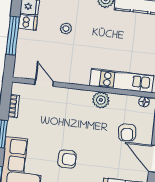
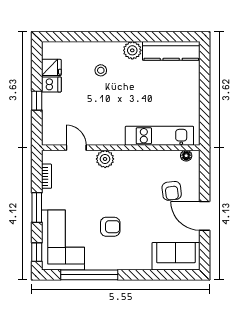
stool: (66, 29) -> (101, 70), moved
window: (13, 36) -> (37, 101), width x0.46
plant: (101, 100) -> (105, 159), moved

